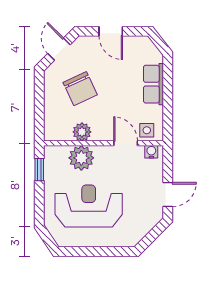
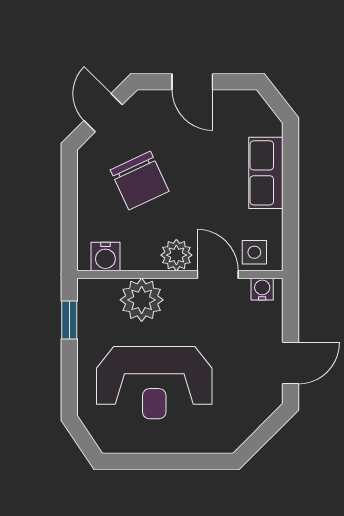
plant: (82, 132) -> (176, 255), moved
water cooler: (60, 133) -> (105, 257), added
reception desk: (89, 206) -> (154, 383), turned 180

